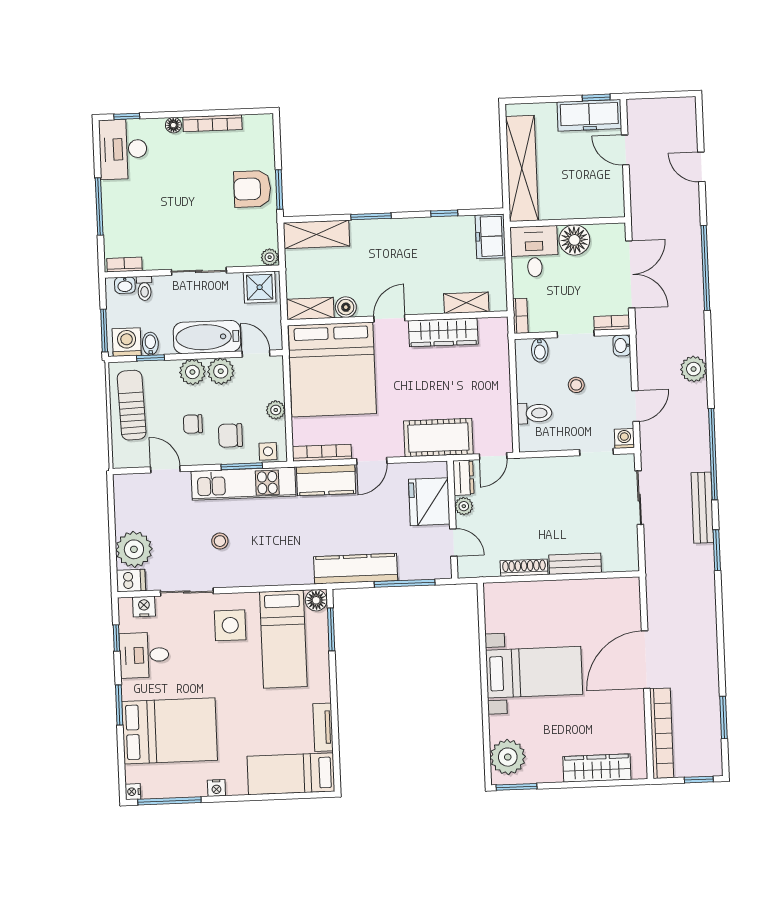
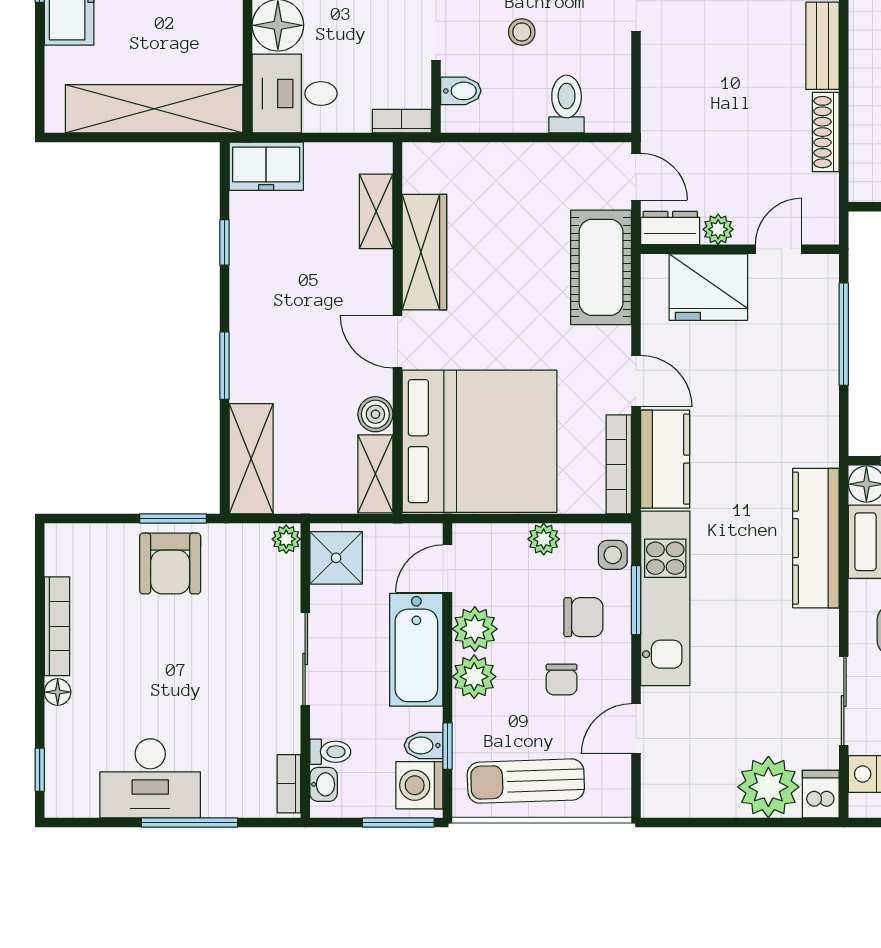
desk: (123, 149) -> (150, 778), moved
chair: (230, 435) -> (583, 617), turned -90
stool: (220, 541) -> (760, 642), removed
kitchen counter: (356, 569) -> (816, 538), moved

